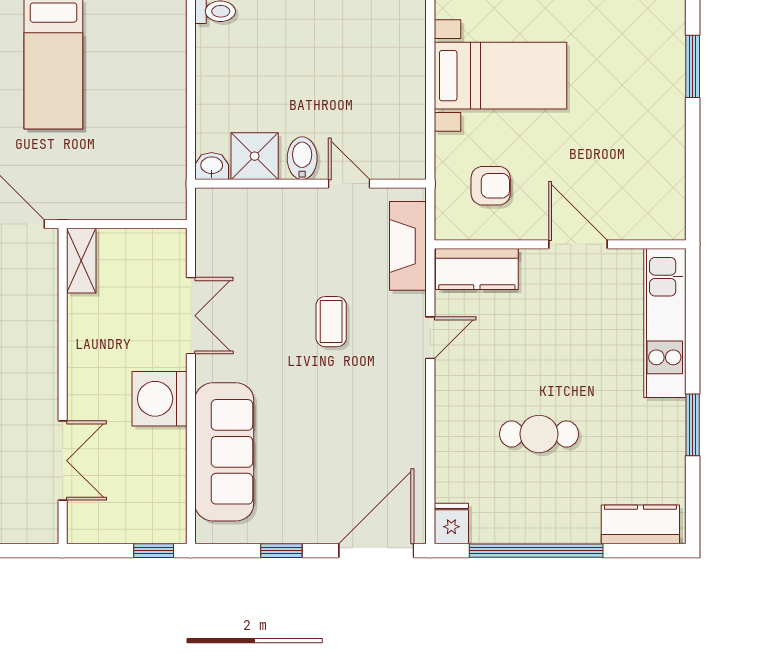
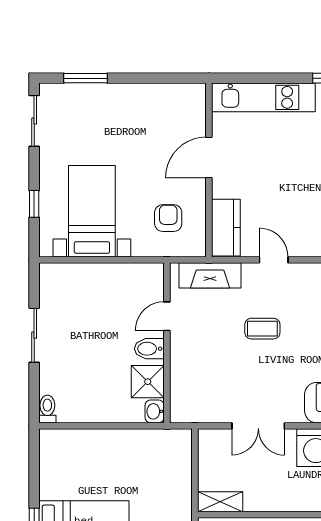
double door: (191, 316) -> (258, 426), swing flipped

